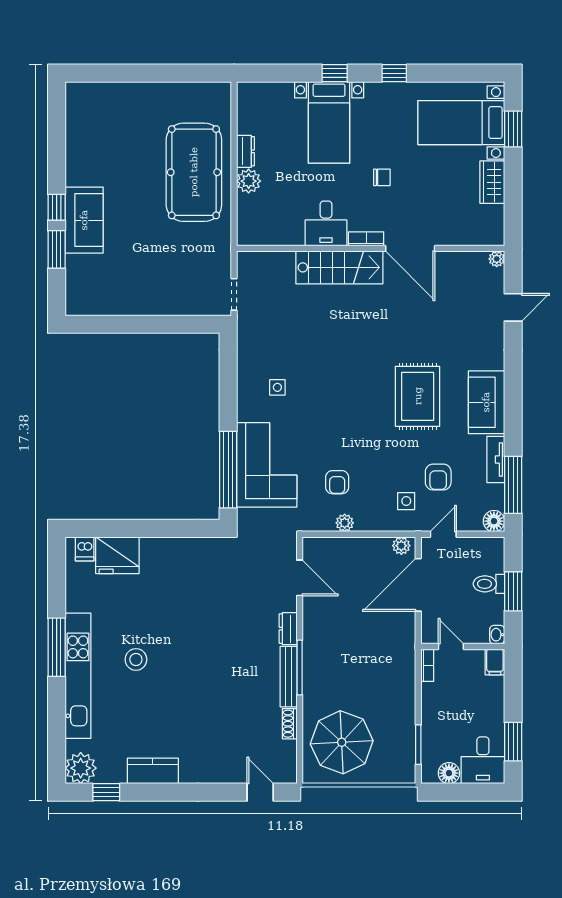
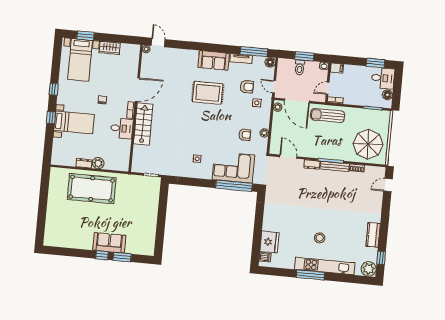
door: (513, 307) -> (158, 42), moved
door: (300, 578) -> (288, 157), hinge flipped
sun lounger: (394, 652) -> (328, 116), added

